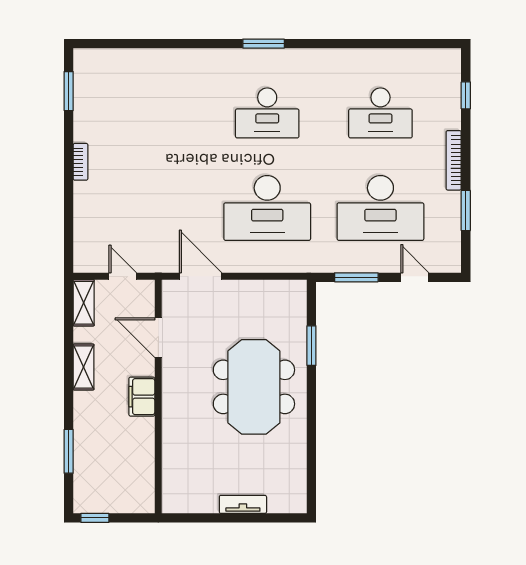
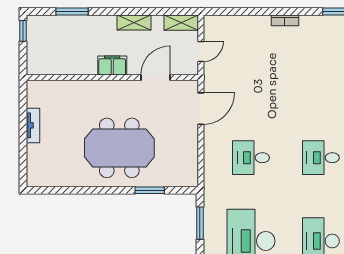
desk: (267, 113) -> (321, 158), width x0.73
desk: (267, 208) -> (251, 158), width x0.53, depth x0.77
tv unit: (243, 504) -> (33, 125), moved

